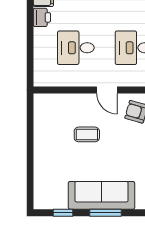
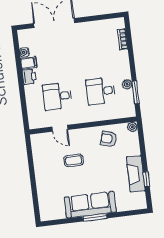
door: (107, 90) -> (60, 128), moved
window: (63, 213) -> (63, 221), removed

